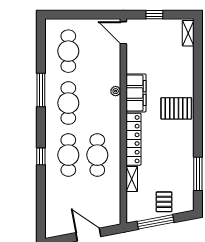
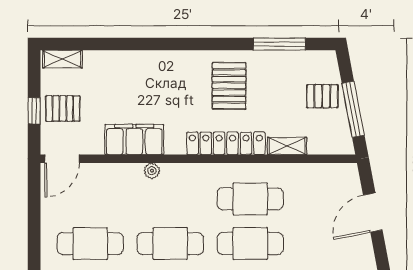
pallet: (156, 33) -> (63, 108), added
filing cabinet: (136, 93) -> (134, 139), moved
pallet: (176, 108) -> (229, 86), moved

